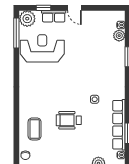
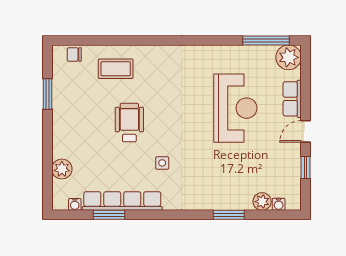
window: (44, 8) -> (306, 168), moved
reception desk: (42, 48) -> (235, 108), moved

